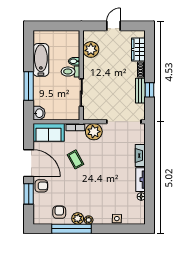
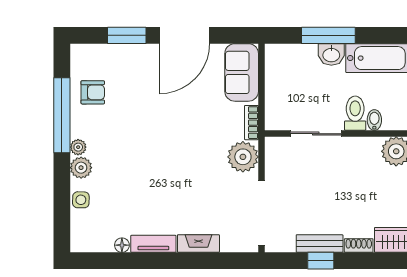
washbasin: (39, 113) -> (331, 55), moved
coffee table: (75, 159) -> (191, 123), removed
armchair: (41, 186) -> (142, 59), removed
plant: (78, 218) -> (81, 168), moved

